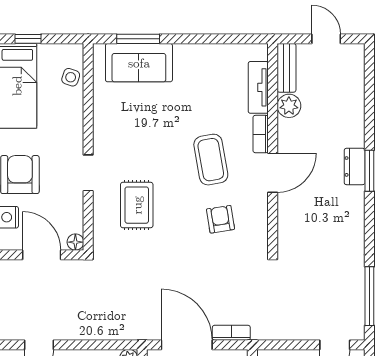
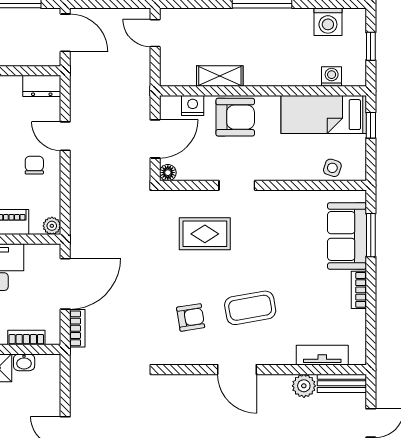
bookcase: (261, 134) -> (359, 290), moved, turned -90

